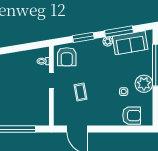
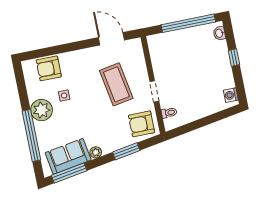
window: (119, 32) -> (69, 173), moved
armchair: (67, 57) -> (142, 124), turned -90
coffee table: (80, 92) -> (116, 84), width x1.86, depth x1.72

